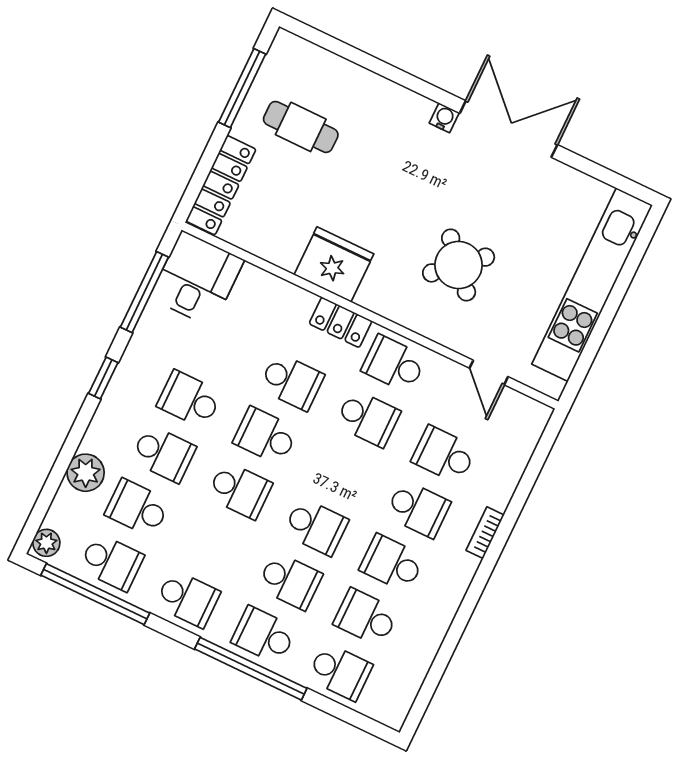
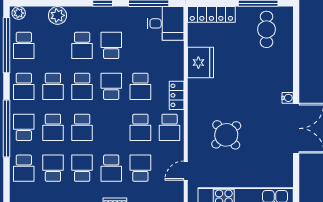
cafe table: (301, 127) -> (266, 29), moved
fridge: (334, 264) -> (200, 63), moved
school desk: (394, 364) -> (170, 127), turned 180
school desk: (137, 508) -> (53, 86), moved, turned 180

